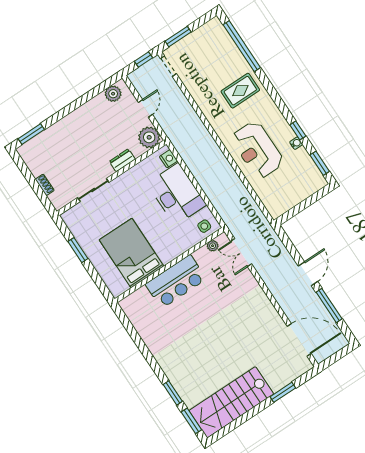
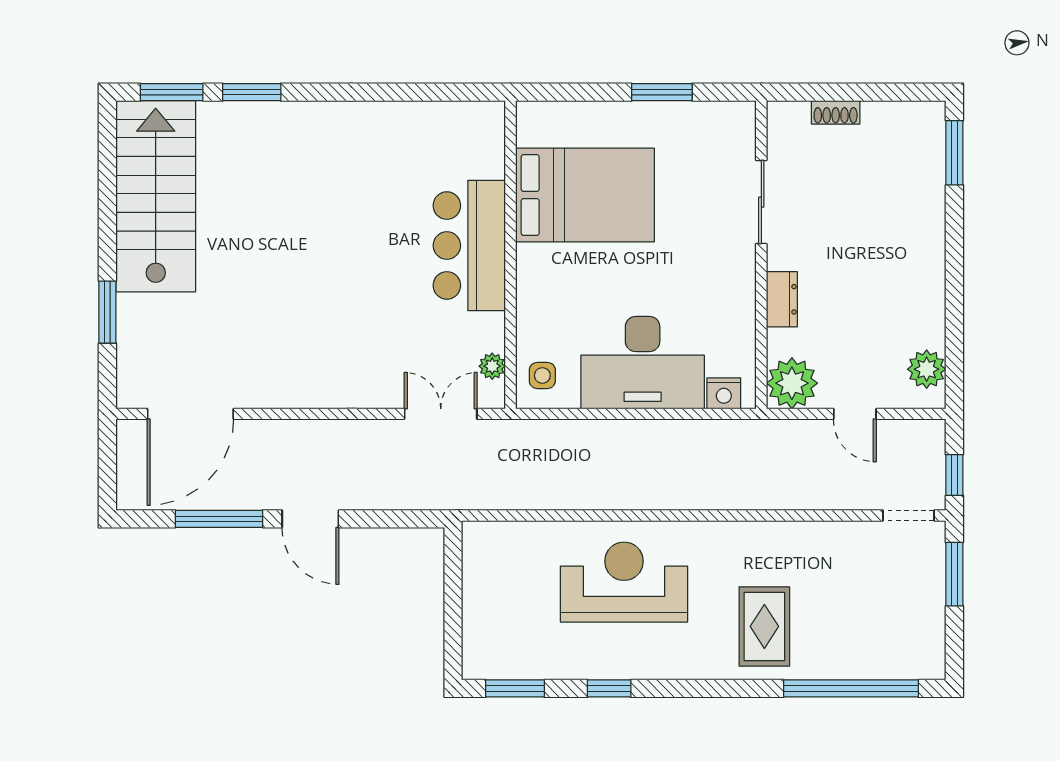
water cooler: (296, 143) -> (586, 668), removed

